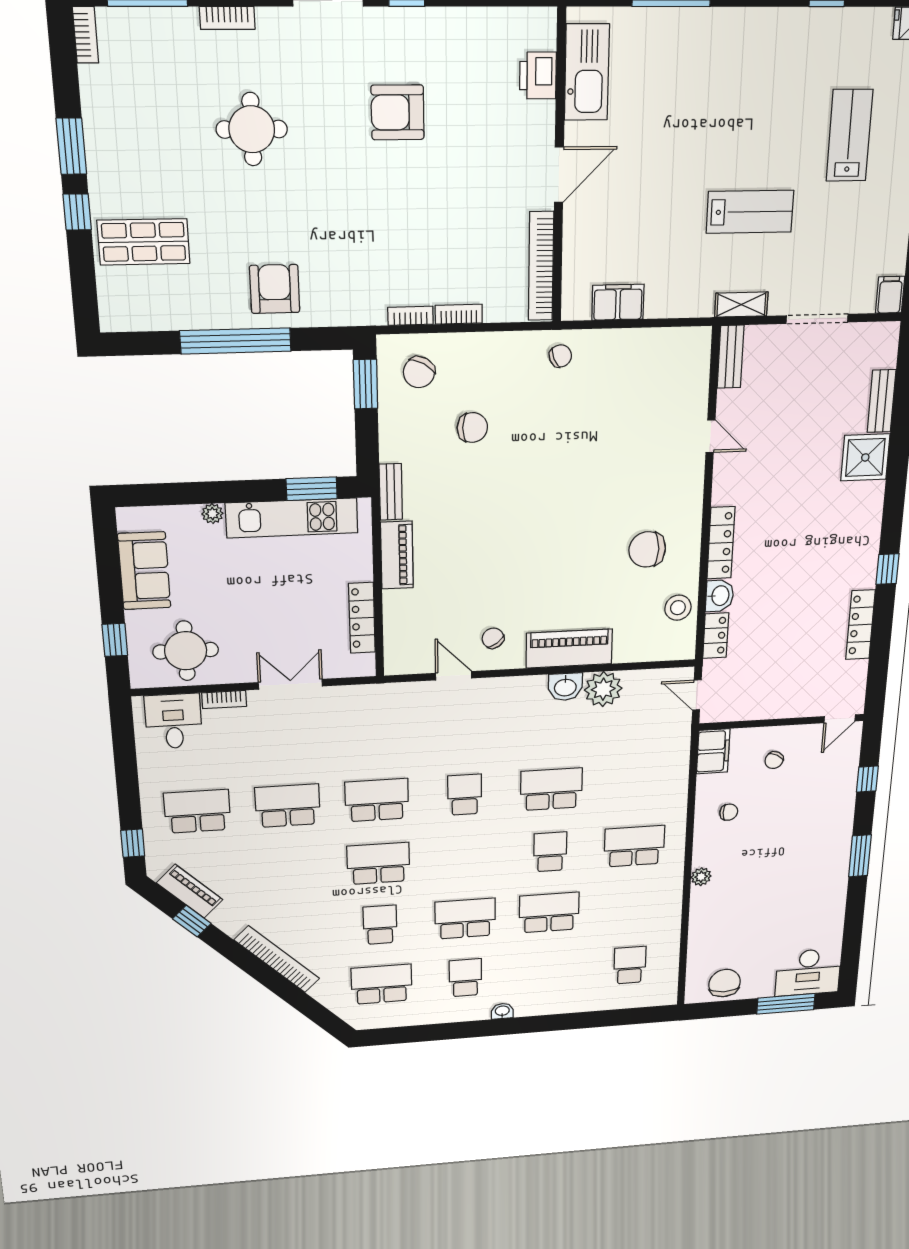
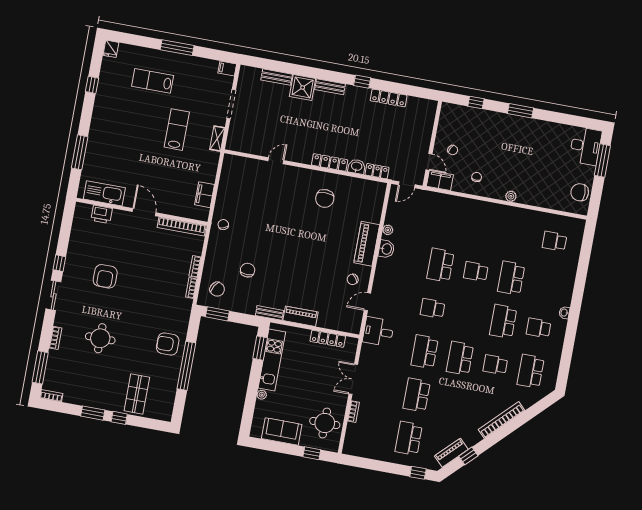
bench: (731, 357) -> (330, 87), moved
stool: (678, 608) -> (358, 188), removed
plant: (603, 689) -> (388, 230), width x0.53, depth x0.53
door: (840, 719) -> (429, 162), moved
desk: (174, 721) -> (378, 332), moved
school desk: (634, 846) -> (484, 228), removed

